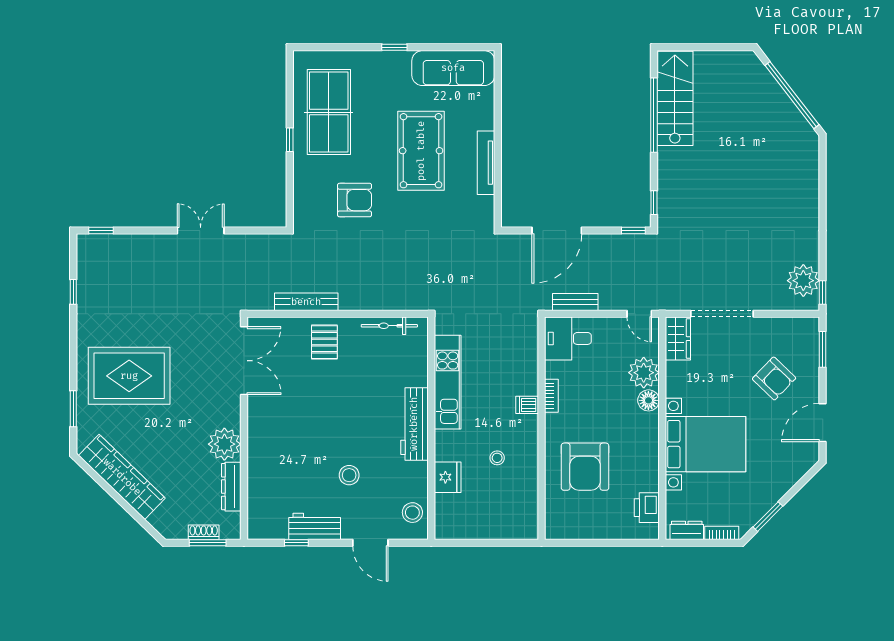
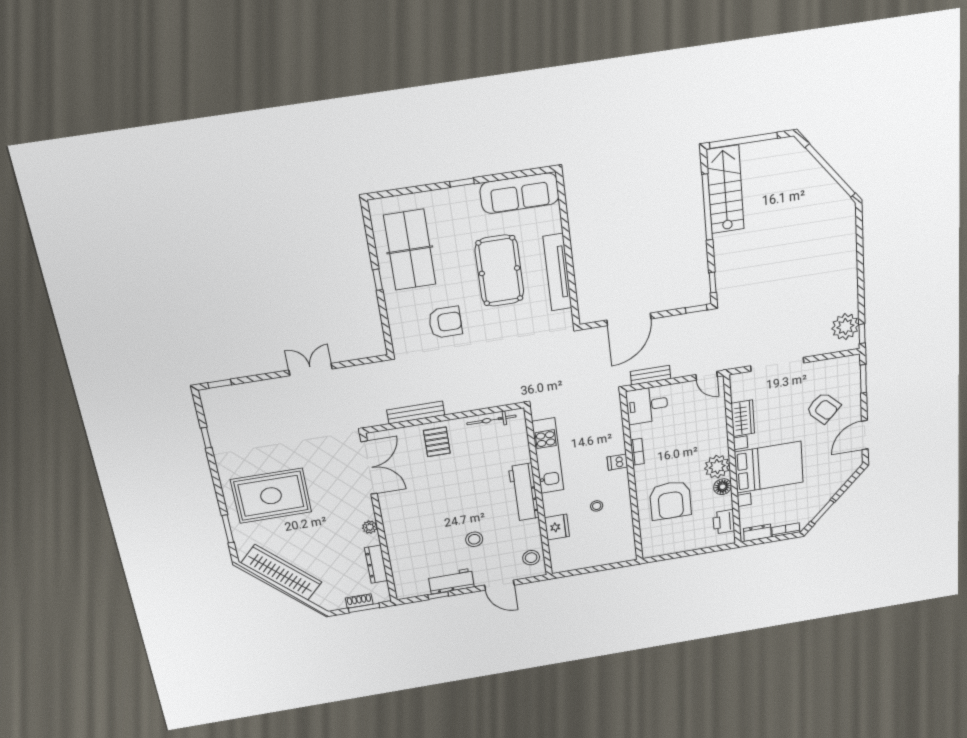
window: (698, 47) -> (744, 140), added
tv unit: (486, 163) -> (557, 272), width x1.36, depth x1.29
wardrobe: (678, 339) -> (743, 418), moved
plant: (644, 373) -> (717, 467), moved
floor lamp: (648, 400) -> (723, 487), moved
plant: (224, 444) -> (370, 527), width x0.53, depth x0.53

